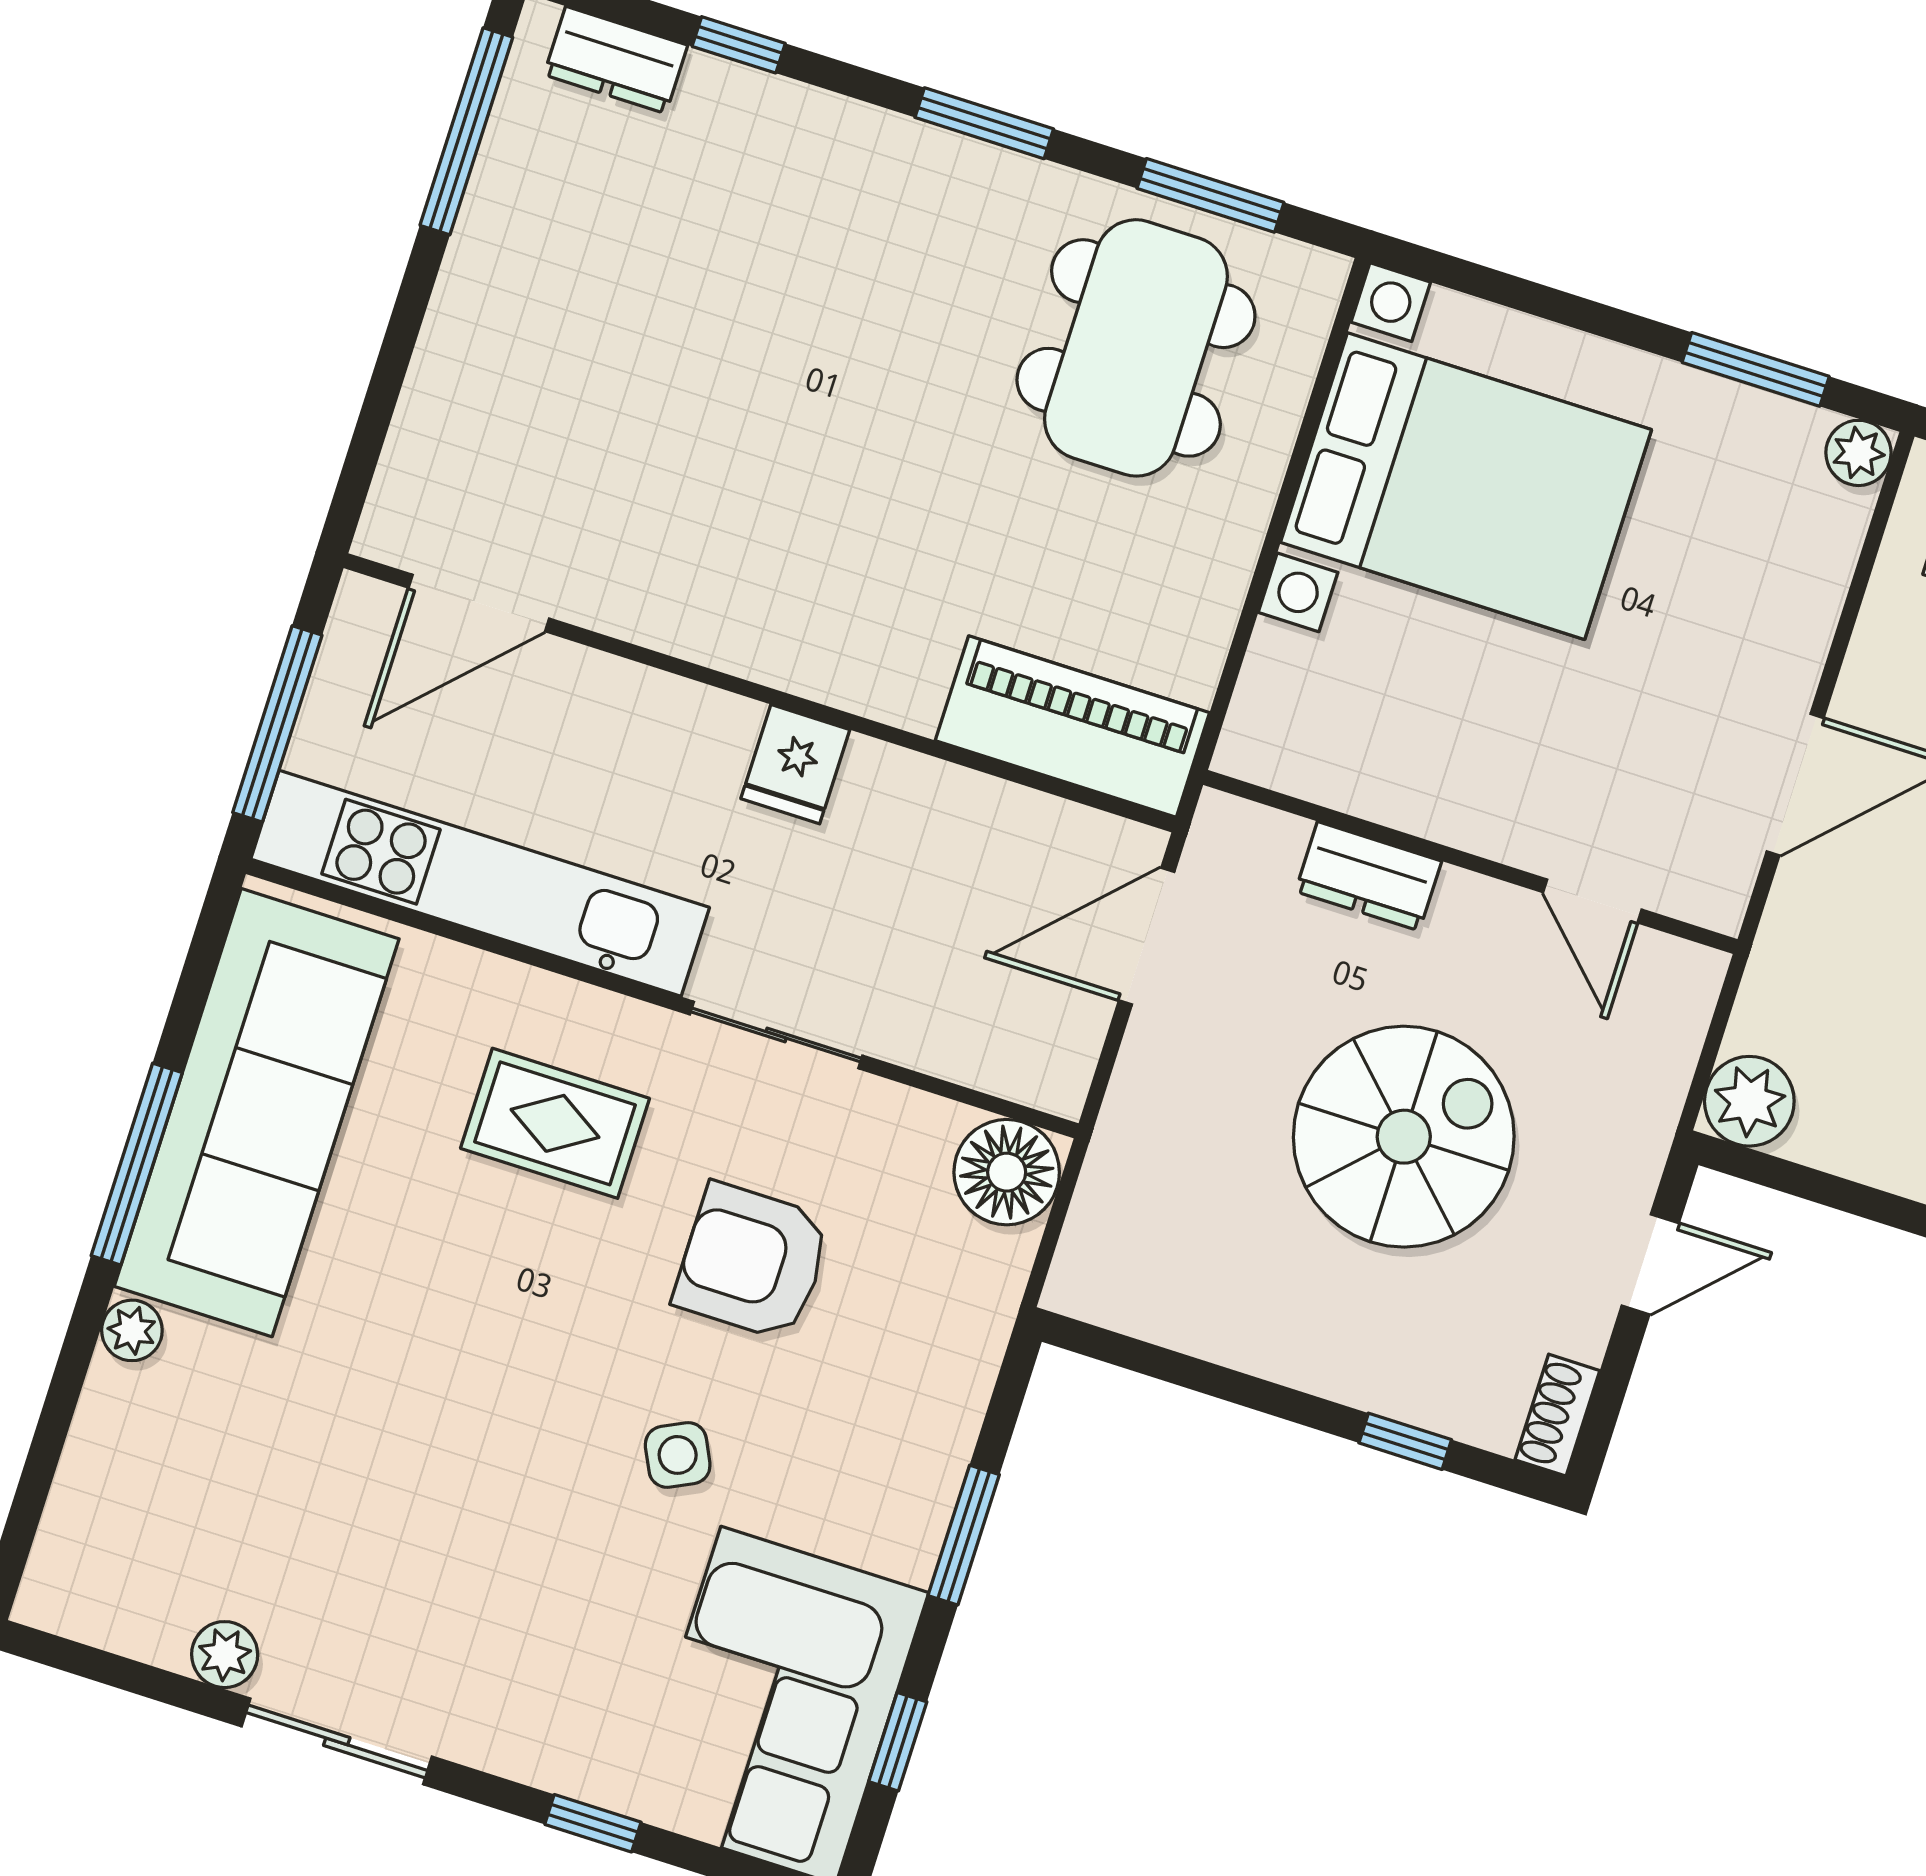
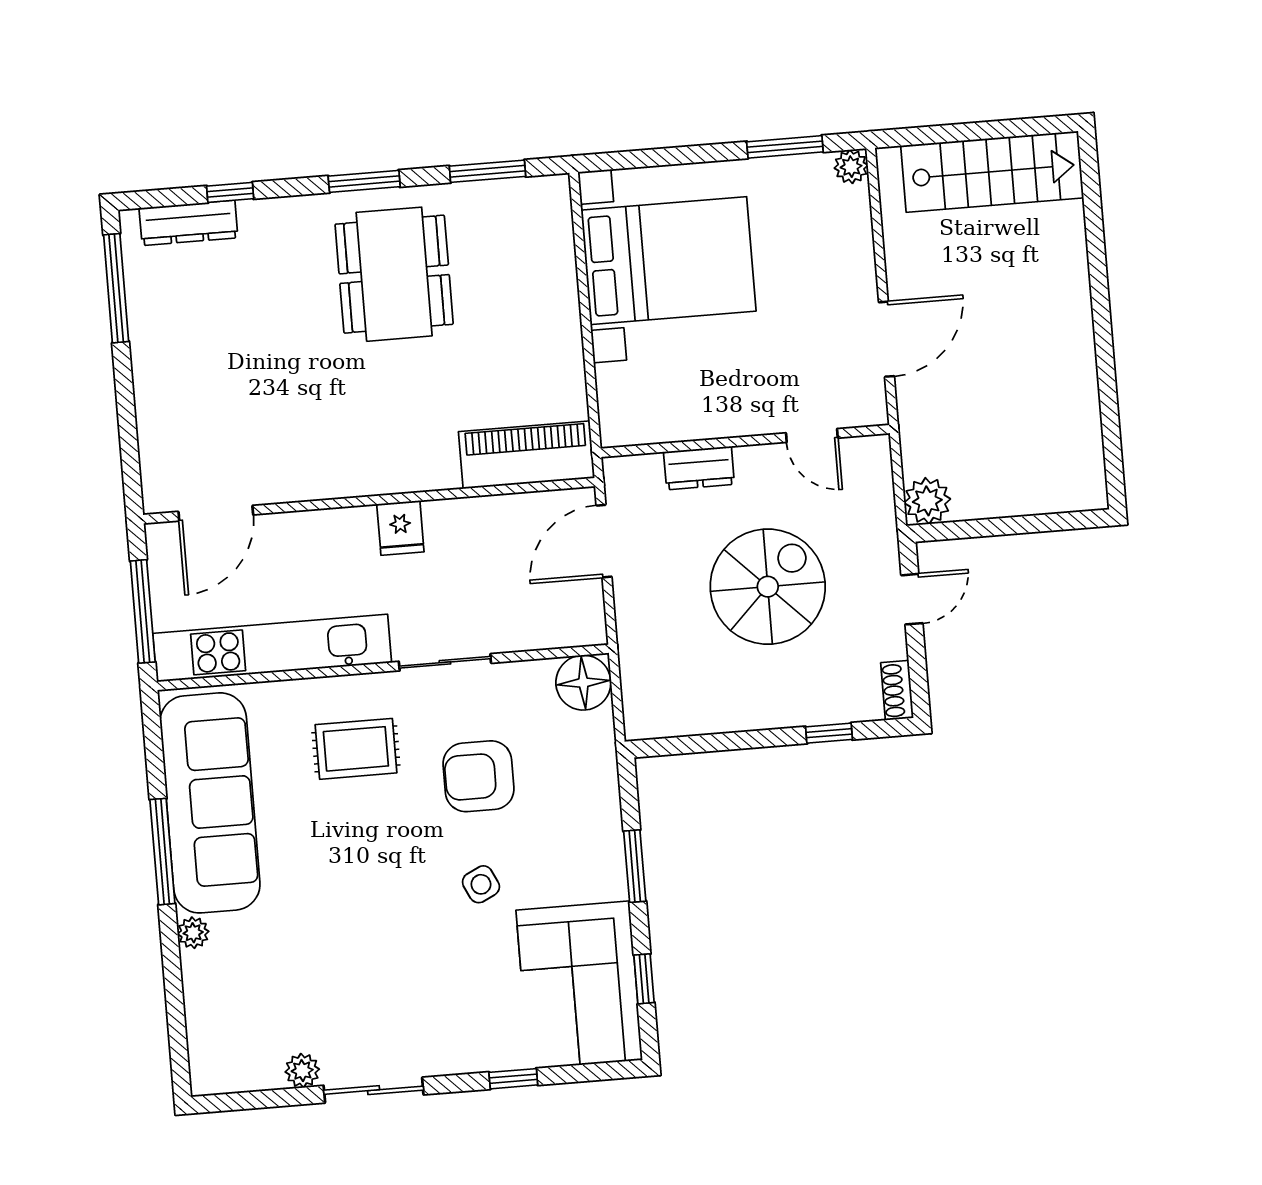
dresser: (616, 60) -> (189, 223), width x1.44
dining table: (1136, 348) -> (394, 274), moved

